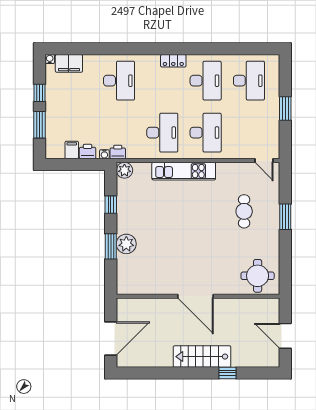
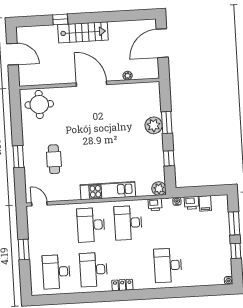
filing cabinet: (69, 63) -> (212, 278), removed
printer: (118, 152) -> (155, 205), moved
plant: (153, 303) -> (128, 76), added

